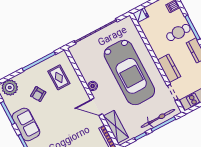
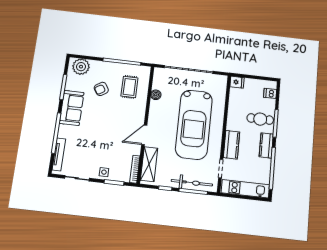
boiler: (93, 86) -> (156, 95), moved
door: (97, 107) -> (144, 135), hinge flipped

